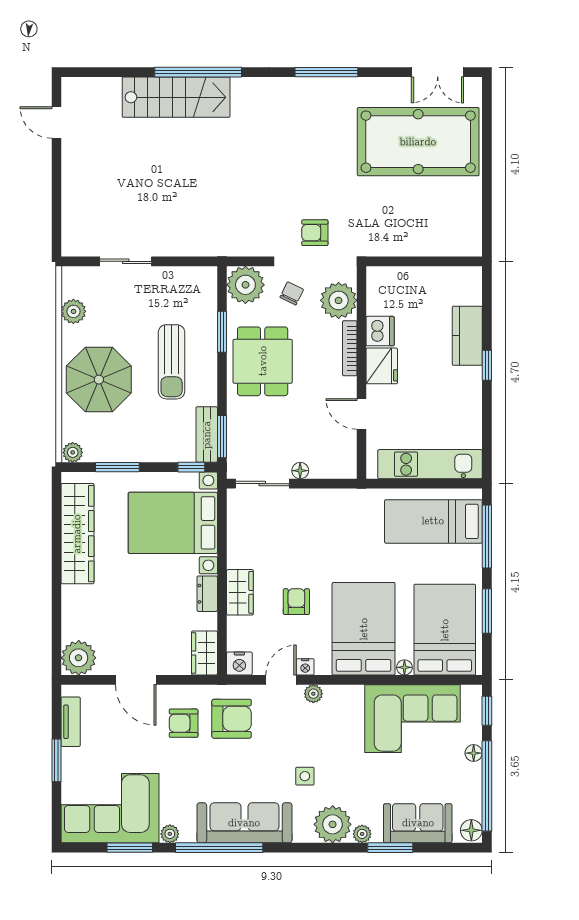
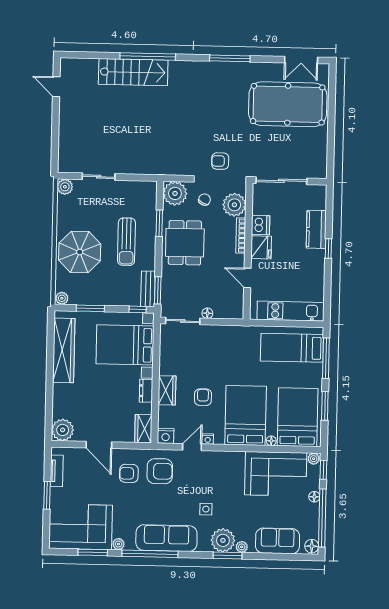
sliding door: (411, 261) -> (281, 181), added
plant: (73, 311) -> (65, 187), moved
plant: (313, 694) -> (314, 459), moved
window: (390, 848) -> (228, 555), moved

